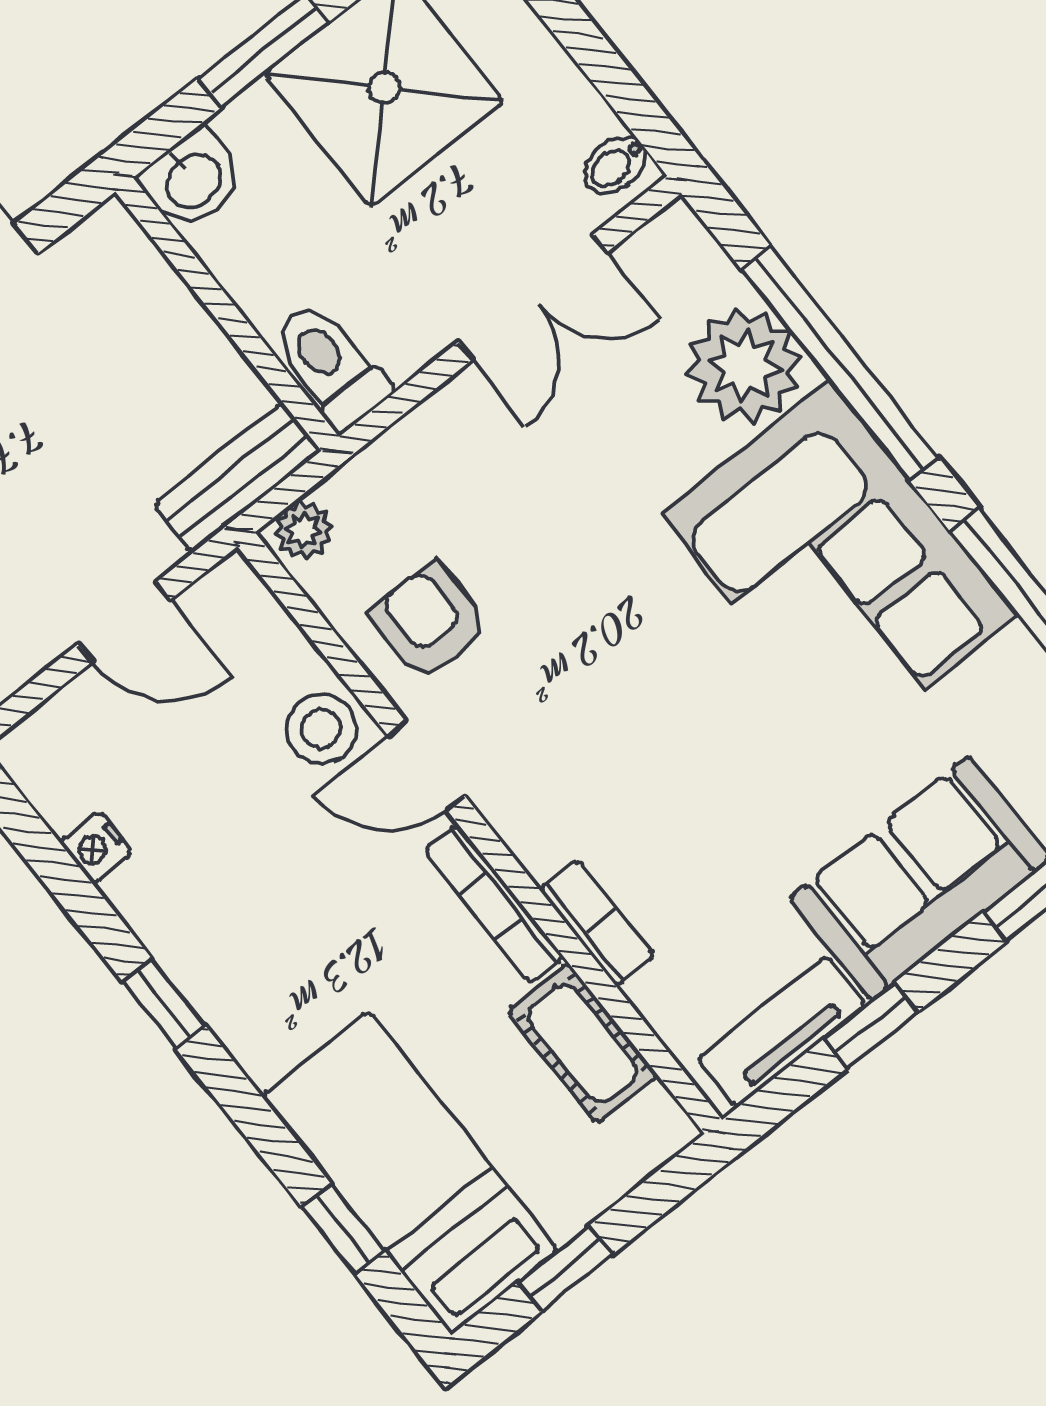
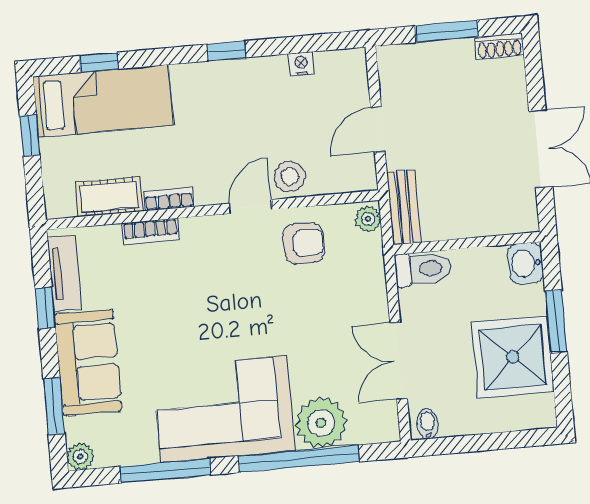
bookcase: (494, 904) -> (169, 199), width x0.64

